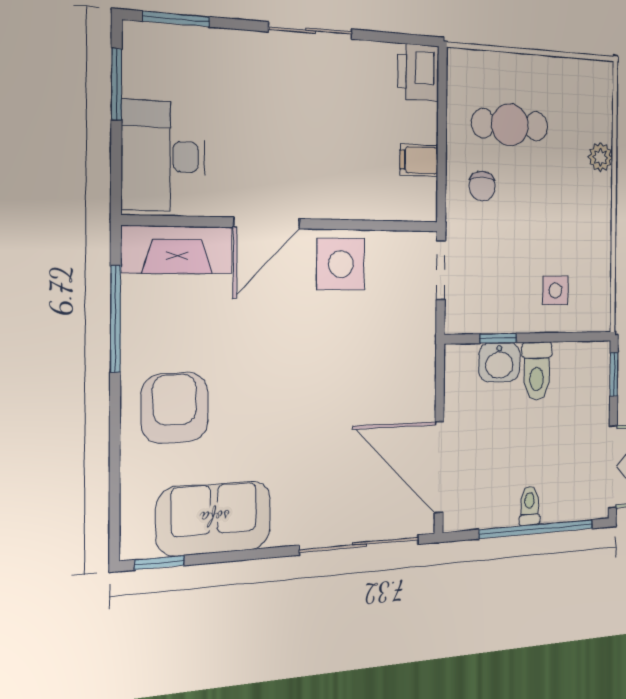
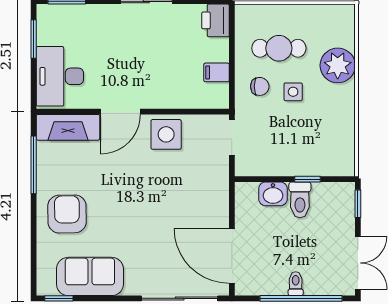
plant: (600, 157) -> (338, 65), width x1.87, depth x1.87
chair: (482, 186) -> (260, 86), turned -90
side table: (555, 290) -> (293, 92), moved
window: (498, 338) -> (307, 179), moved

